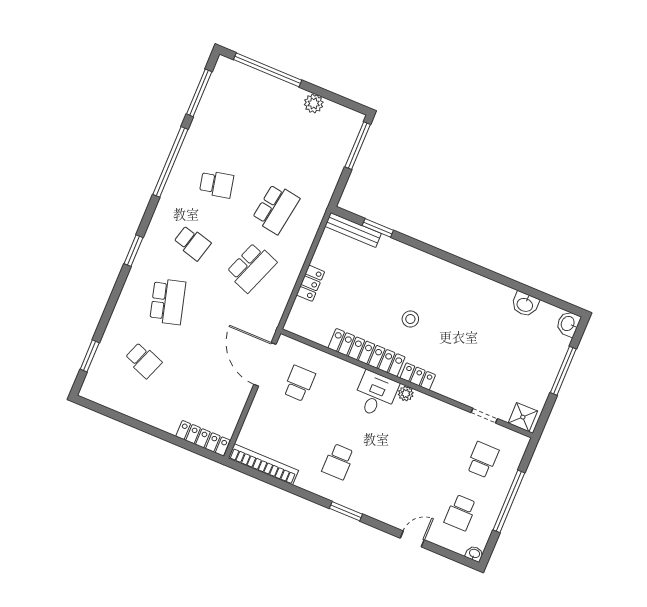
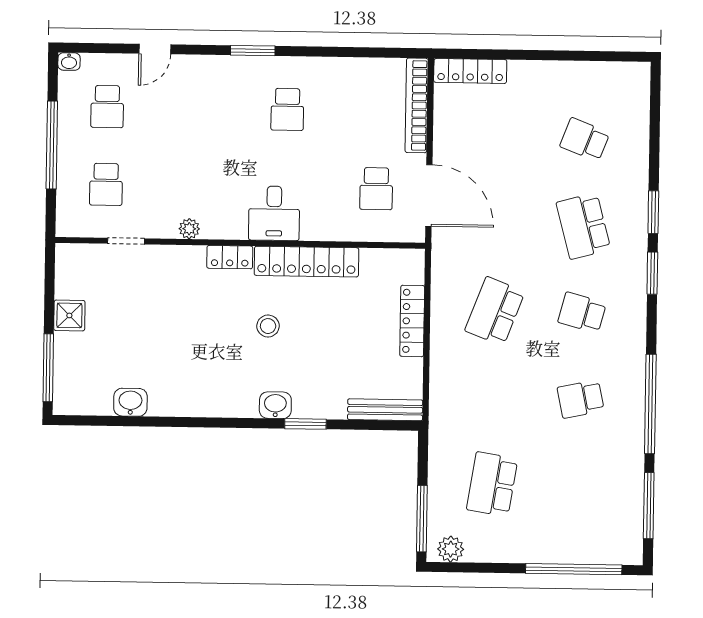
plant: (314, 103) -> (451, 549), moved
school desk: (276, 209) -> (492, 484), moved
window: (378, 228) -> (305, 424), moved
locker: (310, 283) -> (412, 321), width x1.53
washbasin: (568, 324) -> (275, 405), moved, turned -90
window: (90, 356) -> (653, 212), moved
window: (563, 371) -> (48, 368), moved
plant: (406, 394) -> (189, 229), moved
shower: (523, 417) -> (69, 315), moved
school desk: (338, 462) -> (287, 109), turned 180
bookcase: (263, 464) -> (417, 105), moved, turned 90
school desk: (461, 513) -> (107, 107), turned 180

